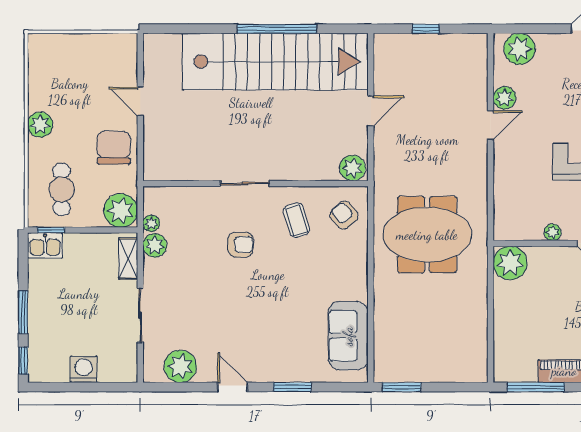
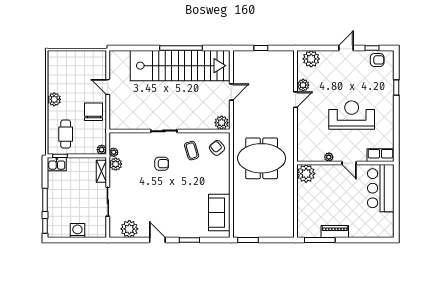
plant: (121, 211) -> (102, 150), width x0.53, depth x0.53

